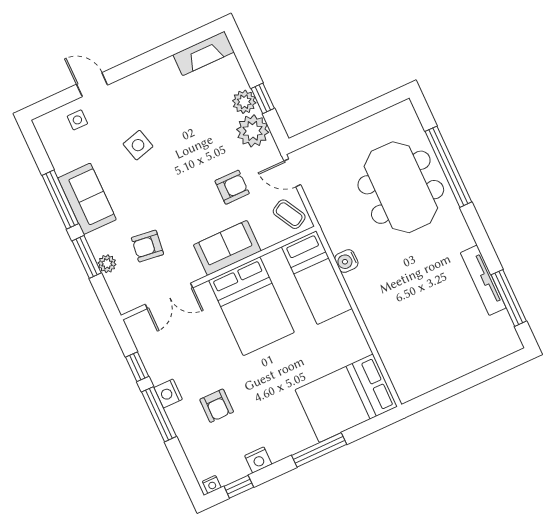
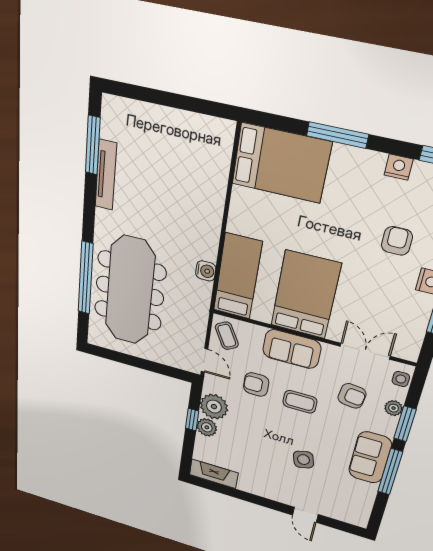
side table: (77, 120) -> (401, 379), moved
meeting table: (401, 187) -> (130, 291), width x1.36
coffee table: (184, 203) -> (300, 402), added

